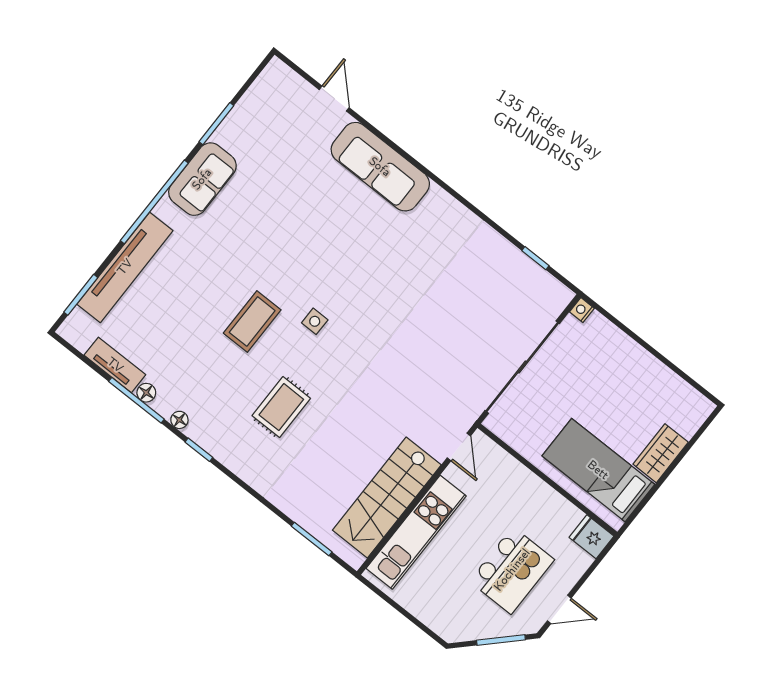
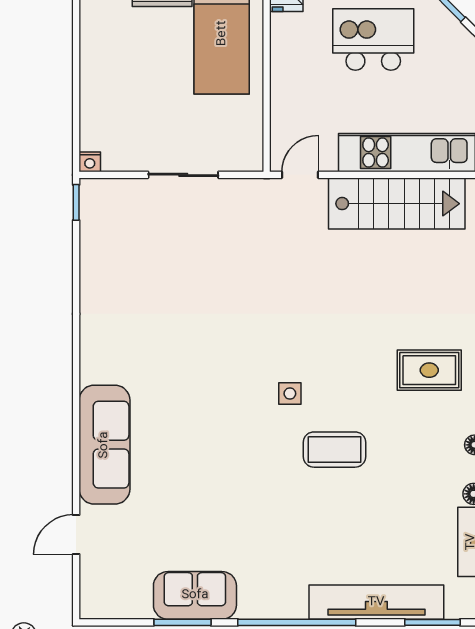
sofa: (202, 179) -> (195, 595), moved
window: (535, 258) -> (76, 202), moved
sliding door: (522, 367) -> (183, 175), width x0.54
rug: (281, 407) -> (429, 370), moved

